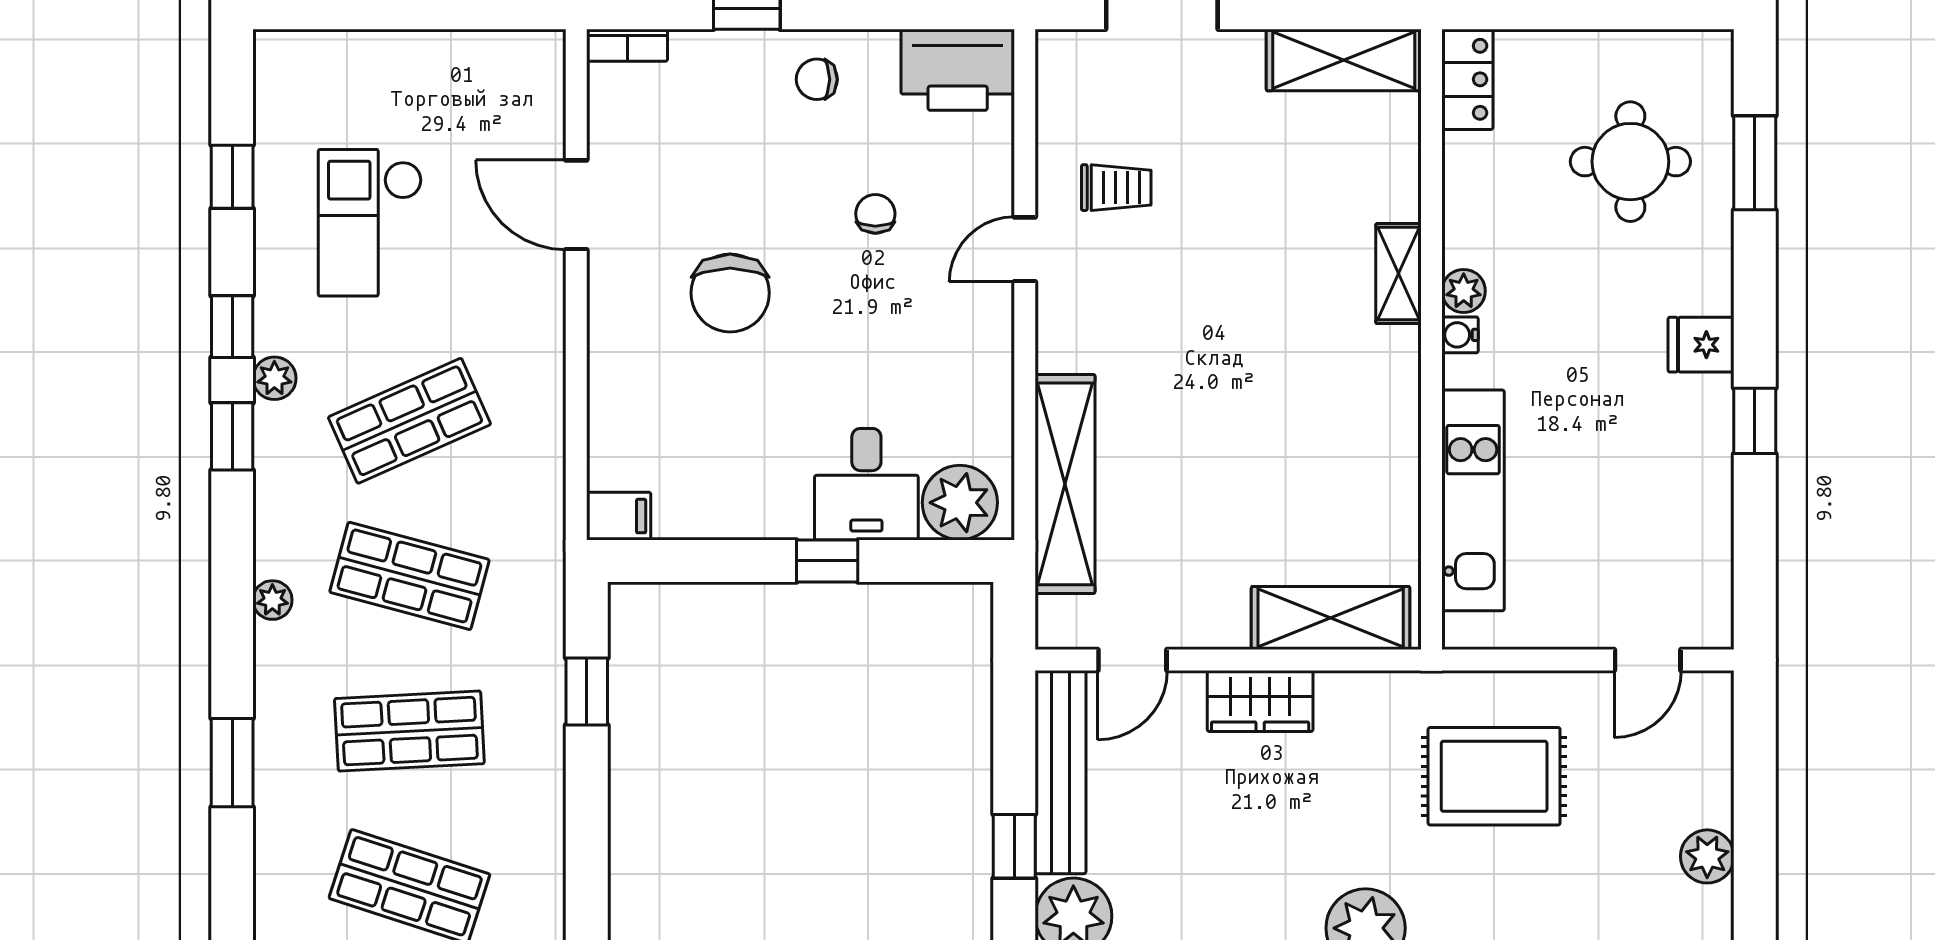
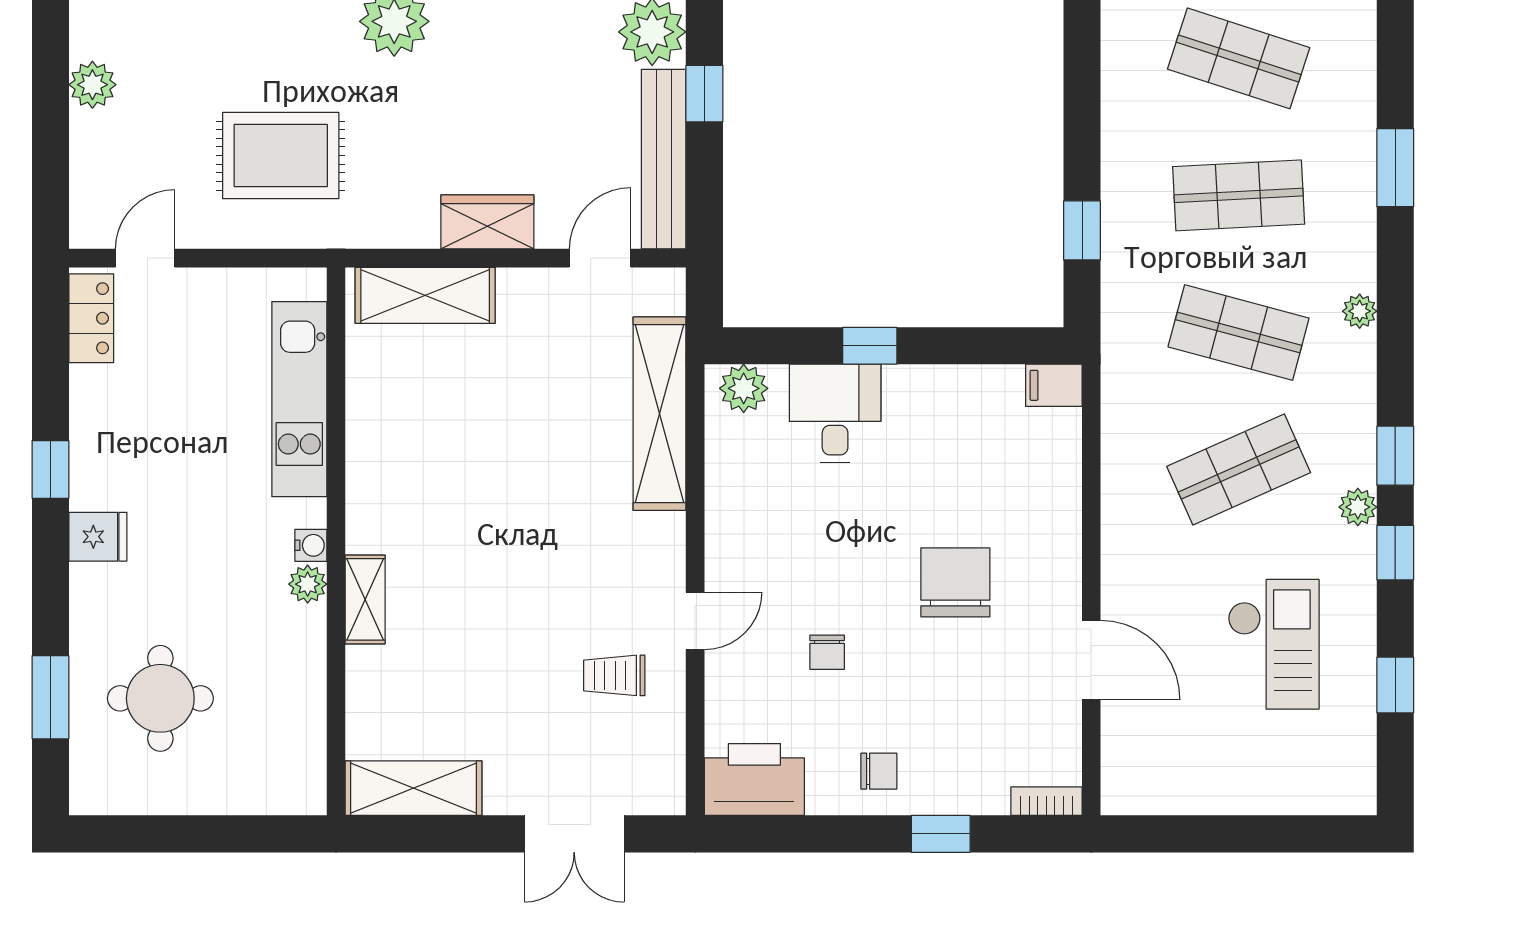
locker: (1467, 79) -> (91, 318), moved, turned 180
plant: (960, 503) -> (744, 388), width x0.73, depth x0.73

